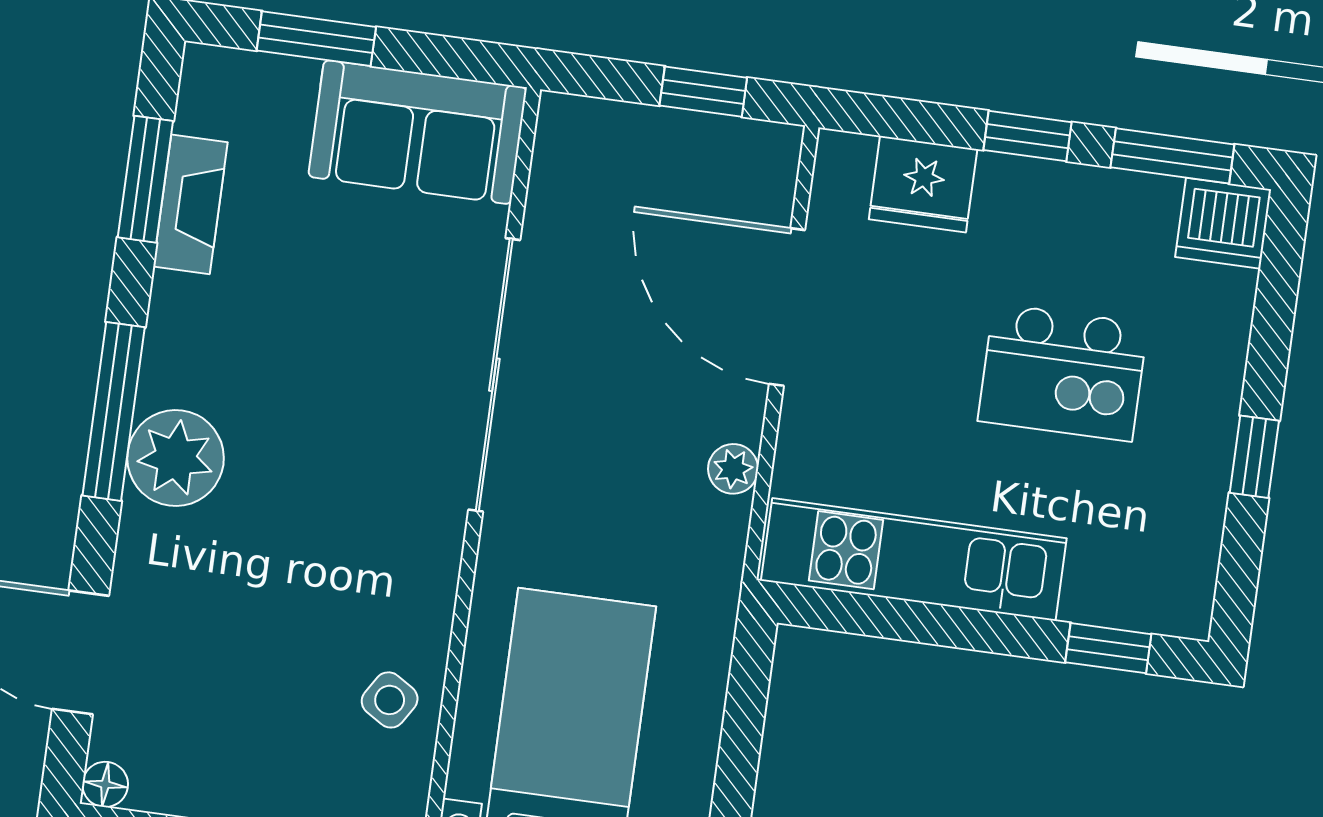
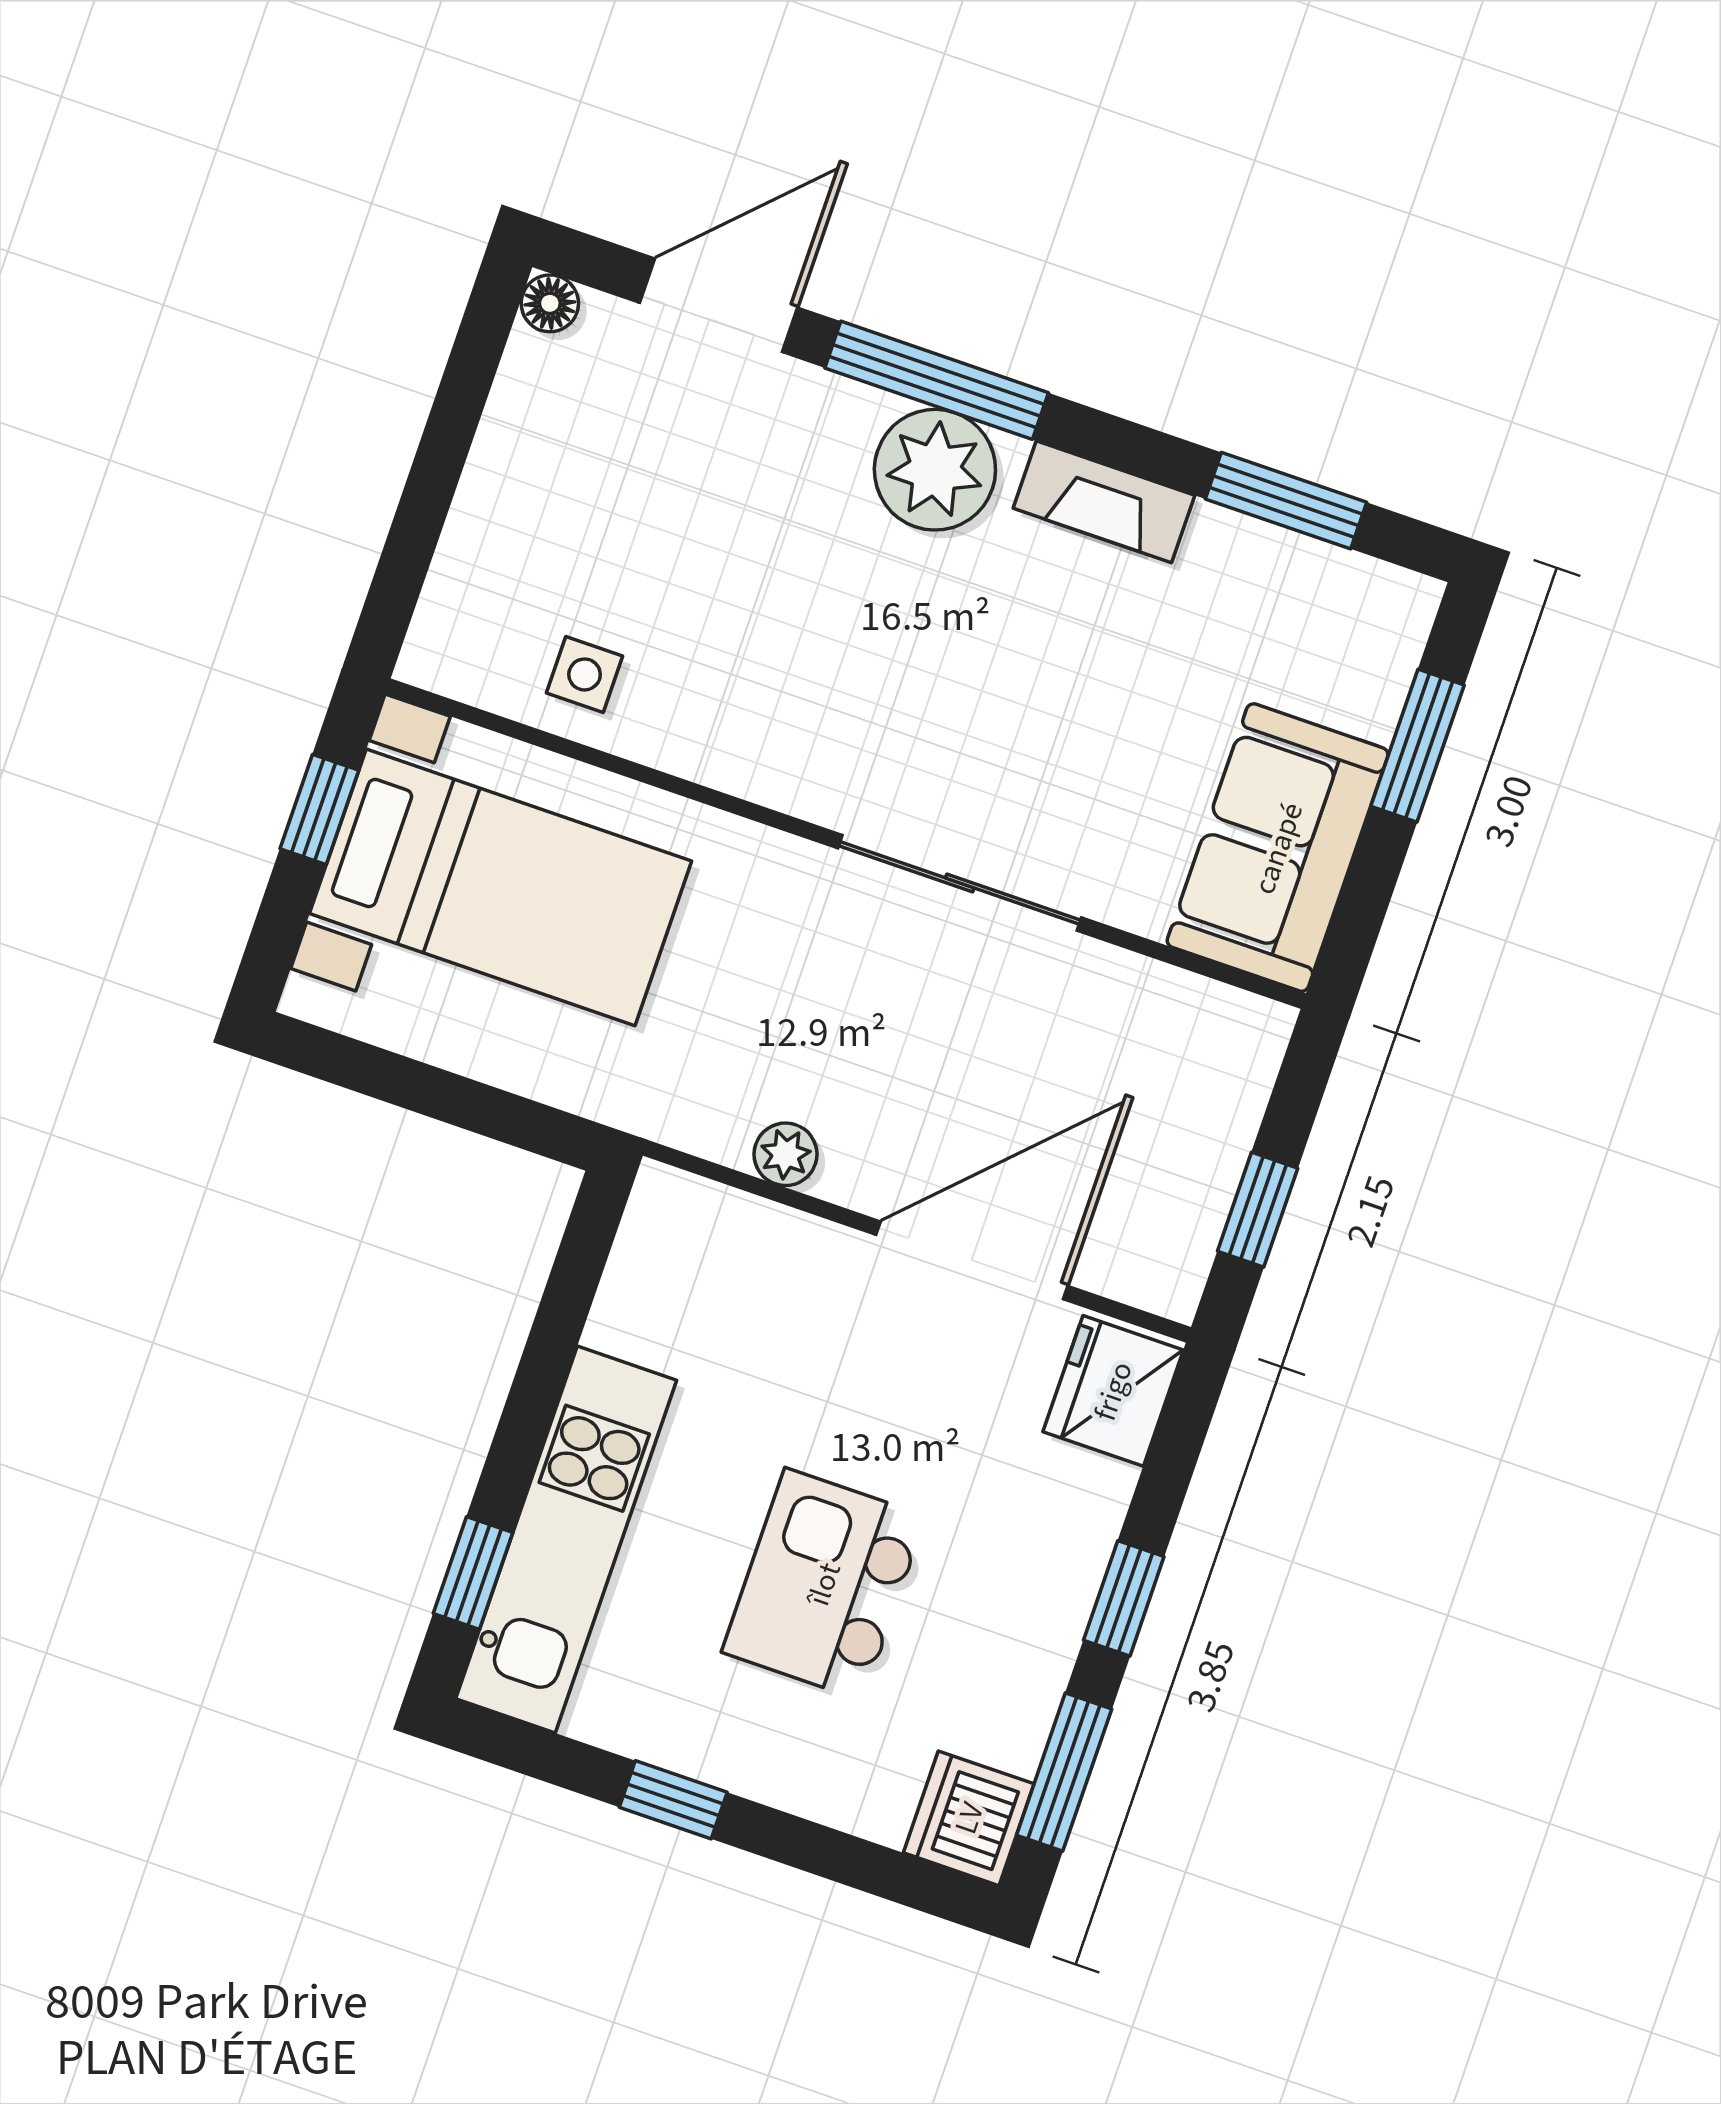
fridge: (923, 184) -> (1113, 1391), moved
fireplace: (190, 204) -> (1104, 502), moved
sliding door: (494, 375) -> (960, 883), width x0.73
window: (114, 411) -> (937, 380), moved
kitchen unit: (914, 559) -> (566, 1539), moved
side table: (390, 700) -> (585, 674), turned -32

